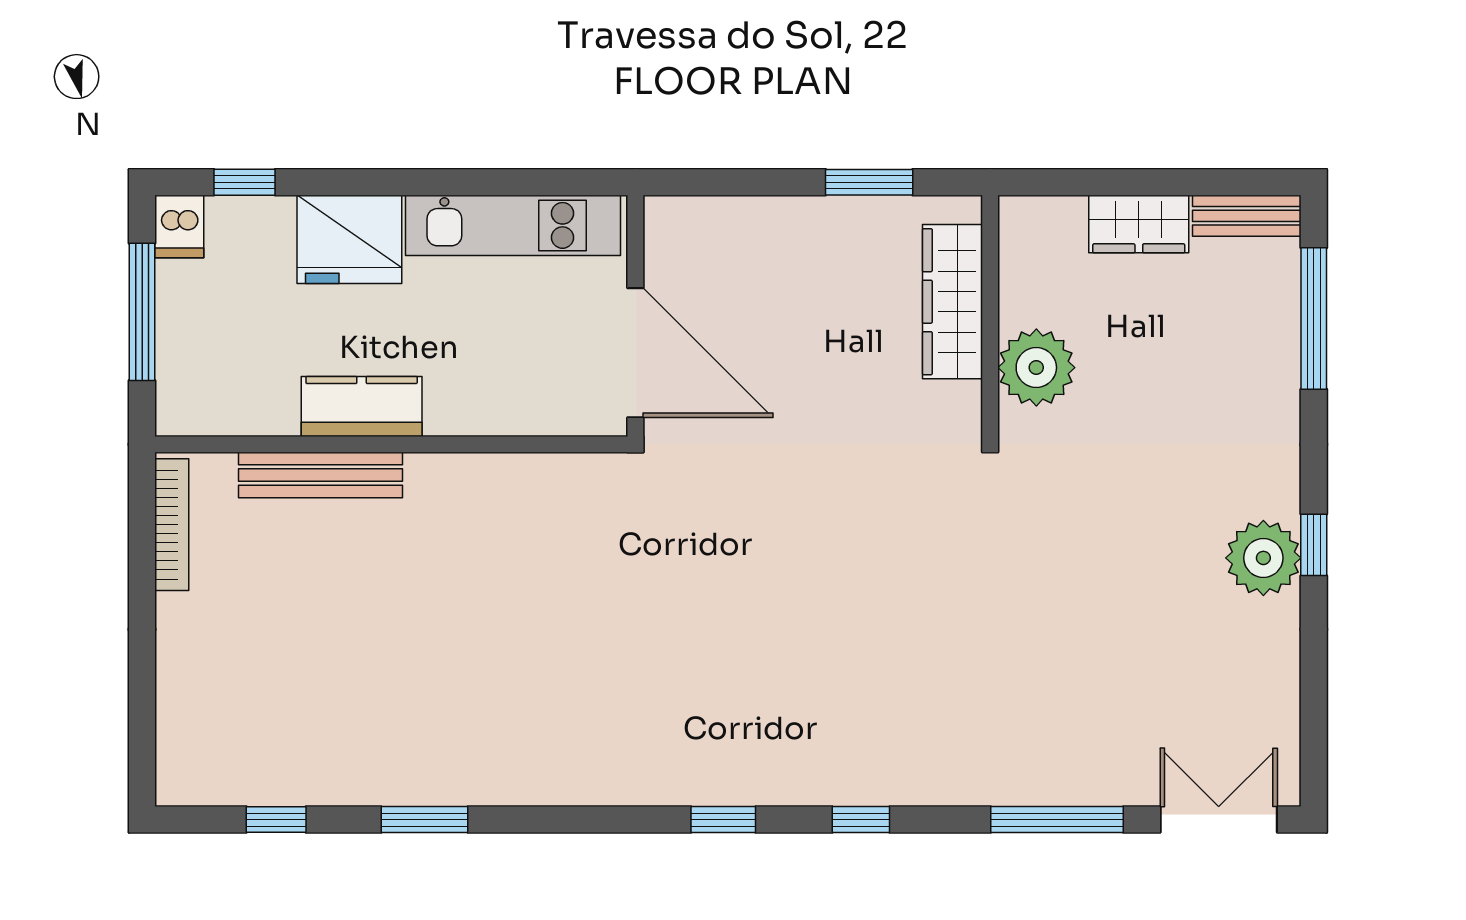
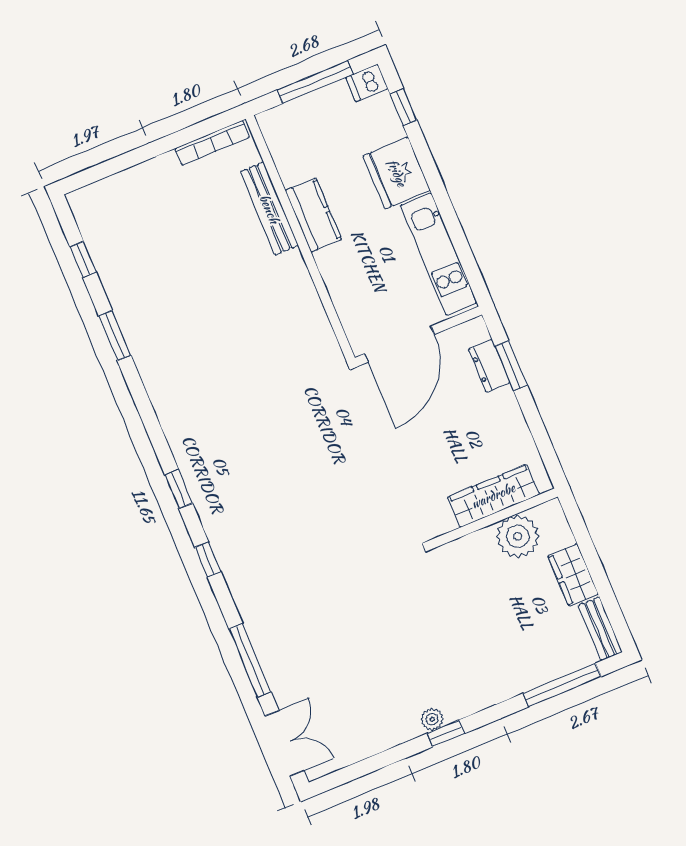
window: (869, 182) -> (511, 366), moved
dresser: (733, 219) -> (489, 366), added
plant: (1036, 368) -> (518, 536), moved
plant: (1263, 558) -> (432, 719), width x0.53, depth x0.53

